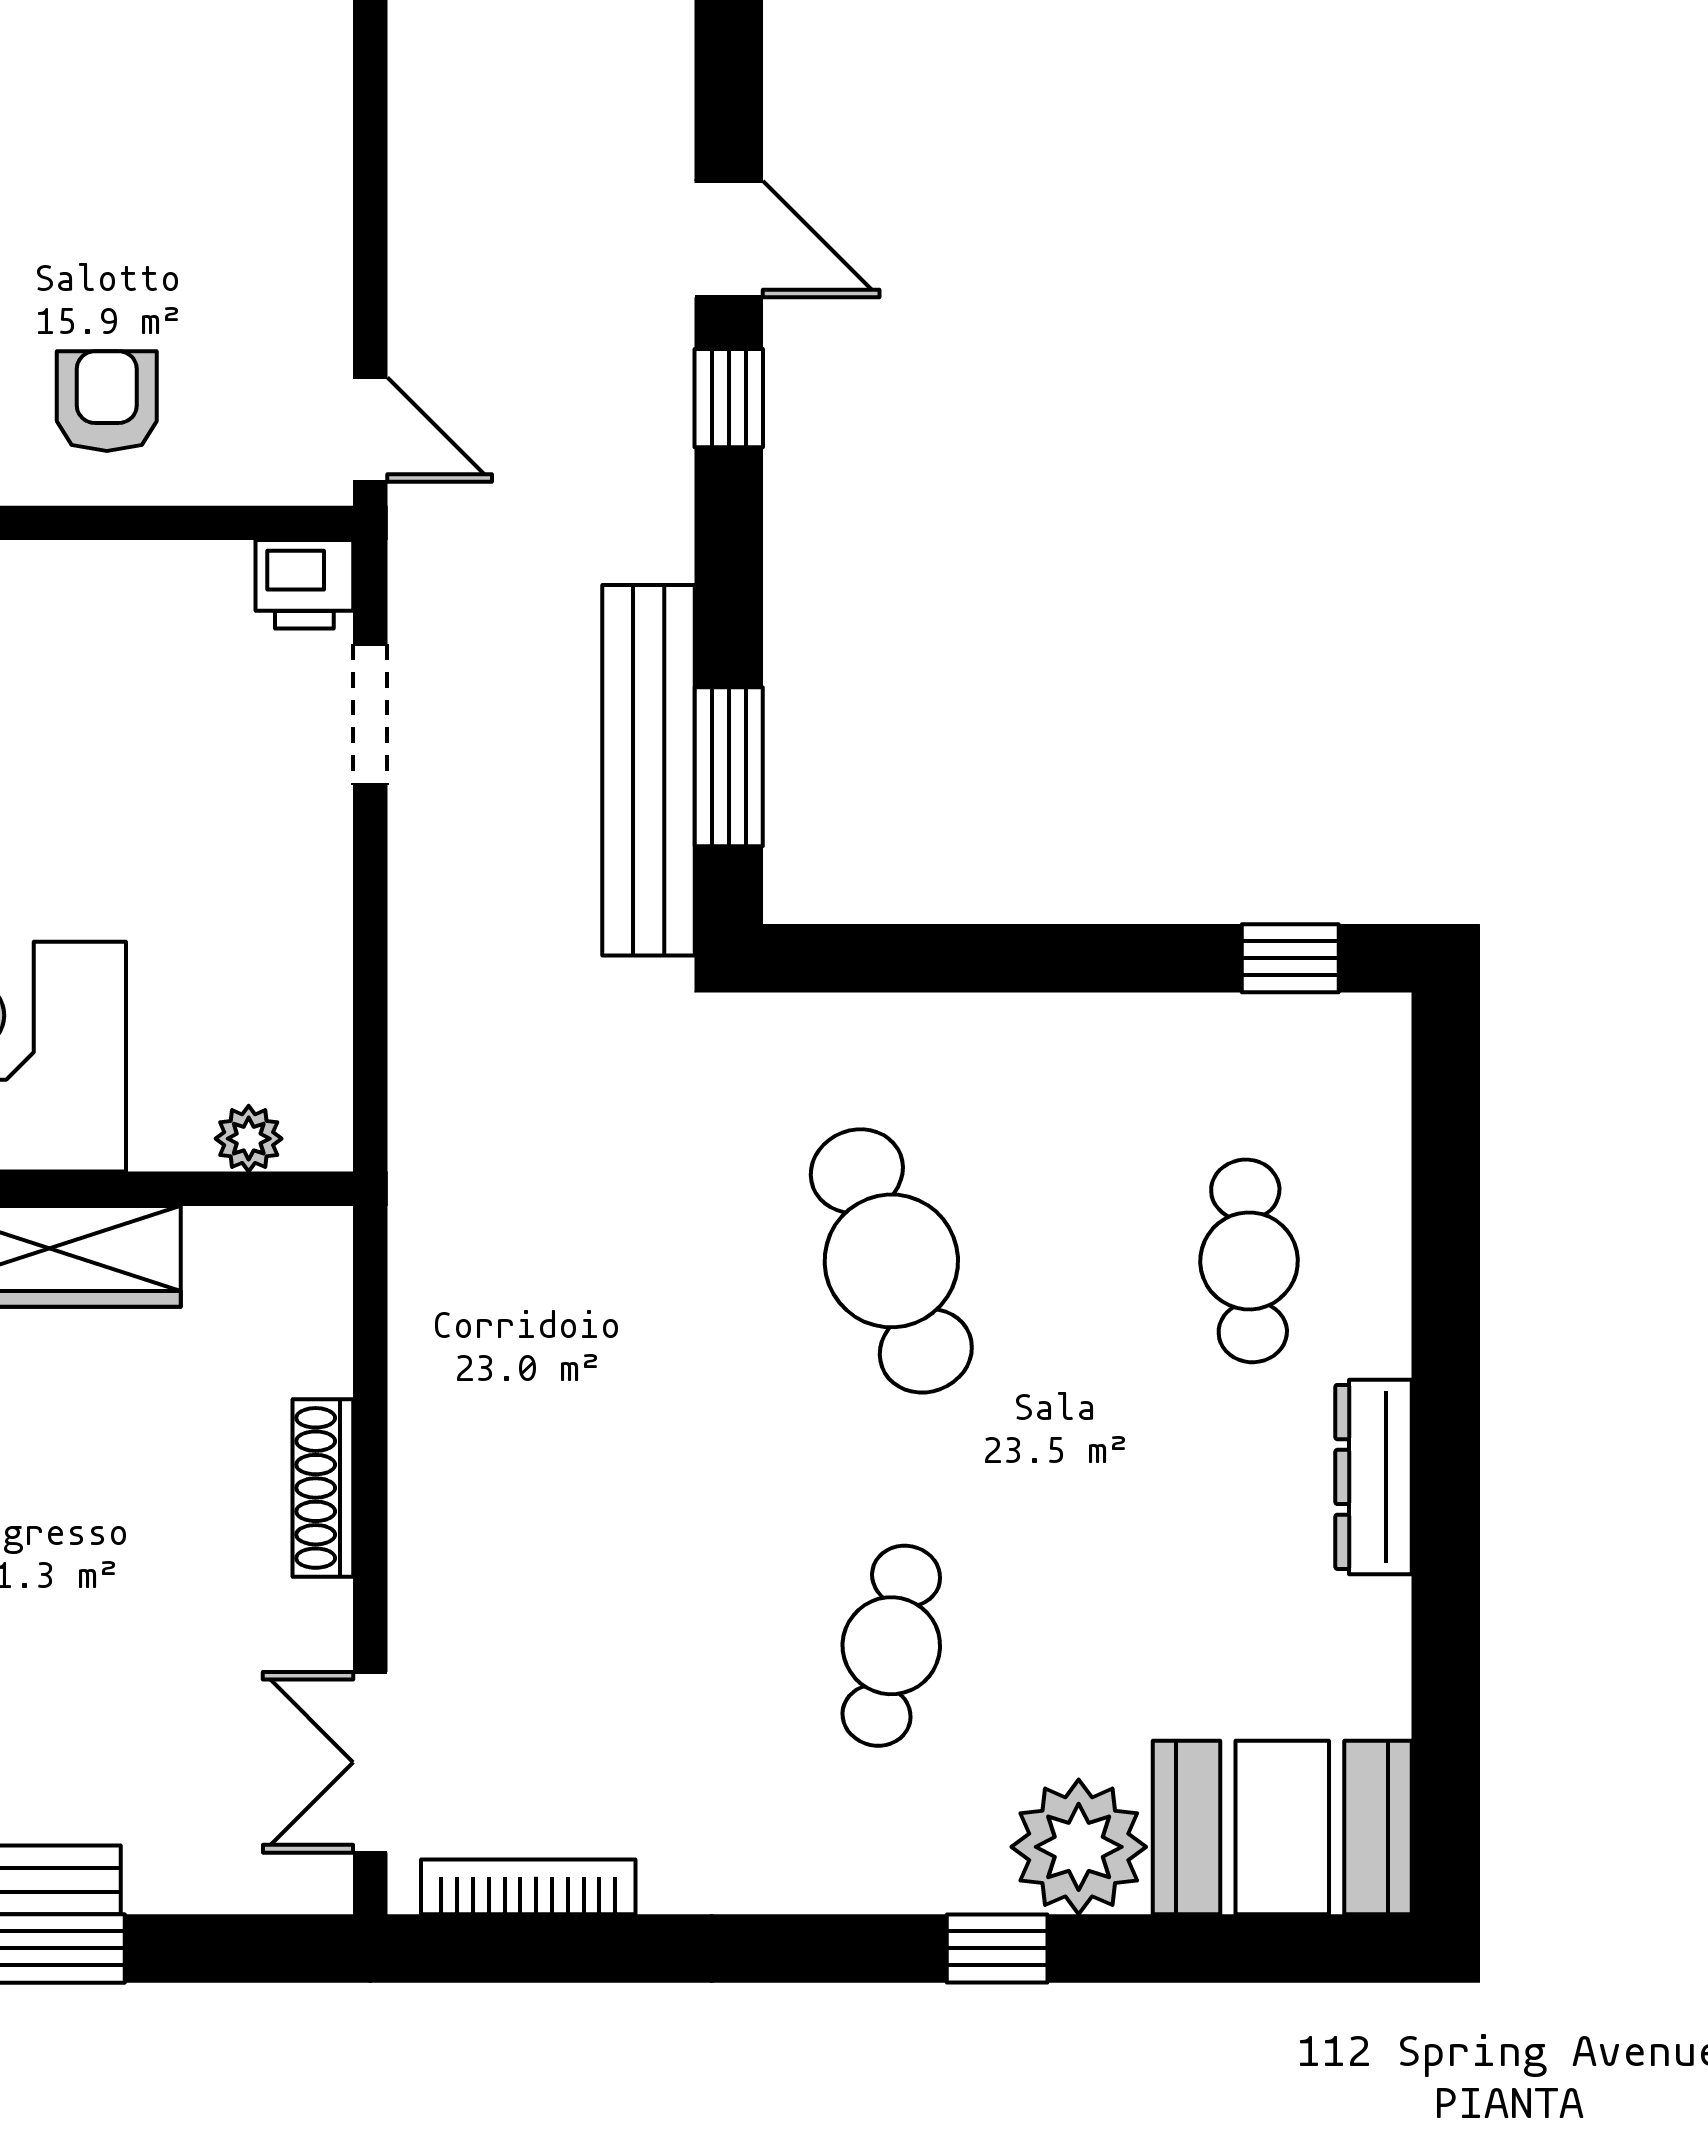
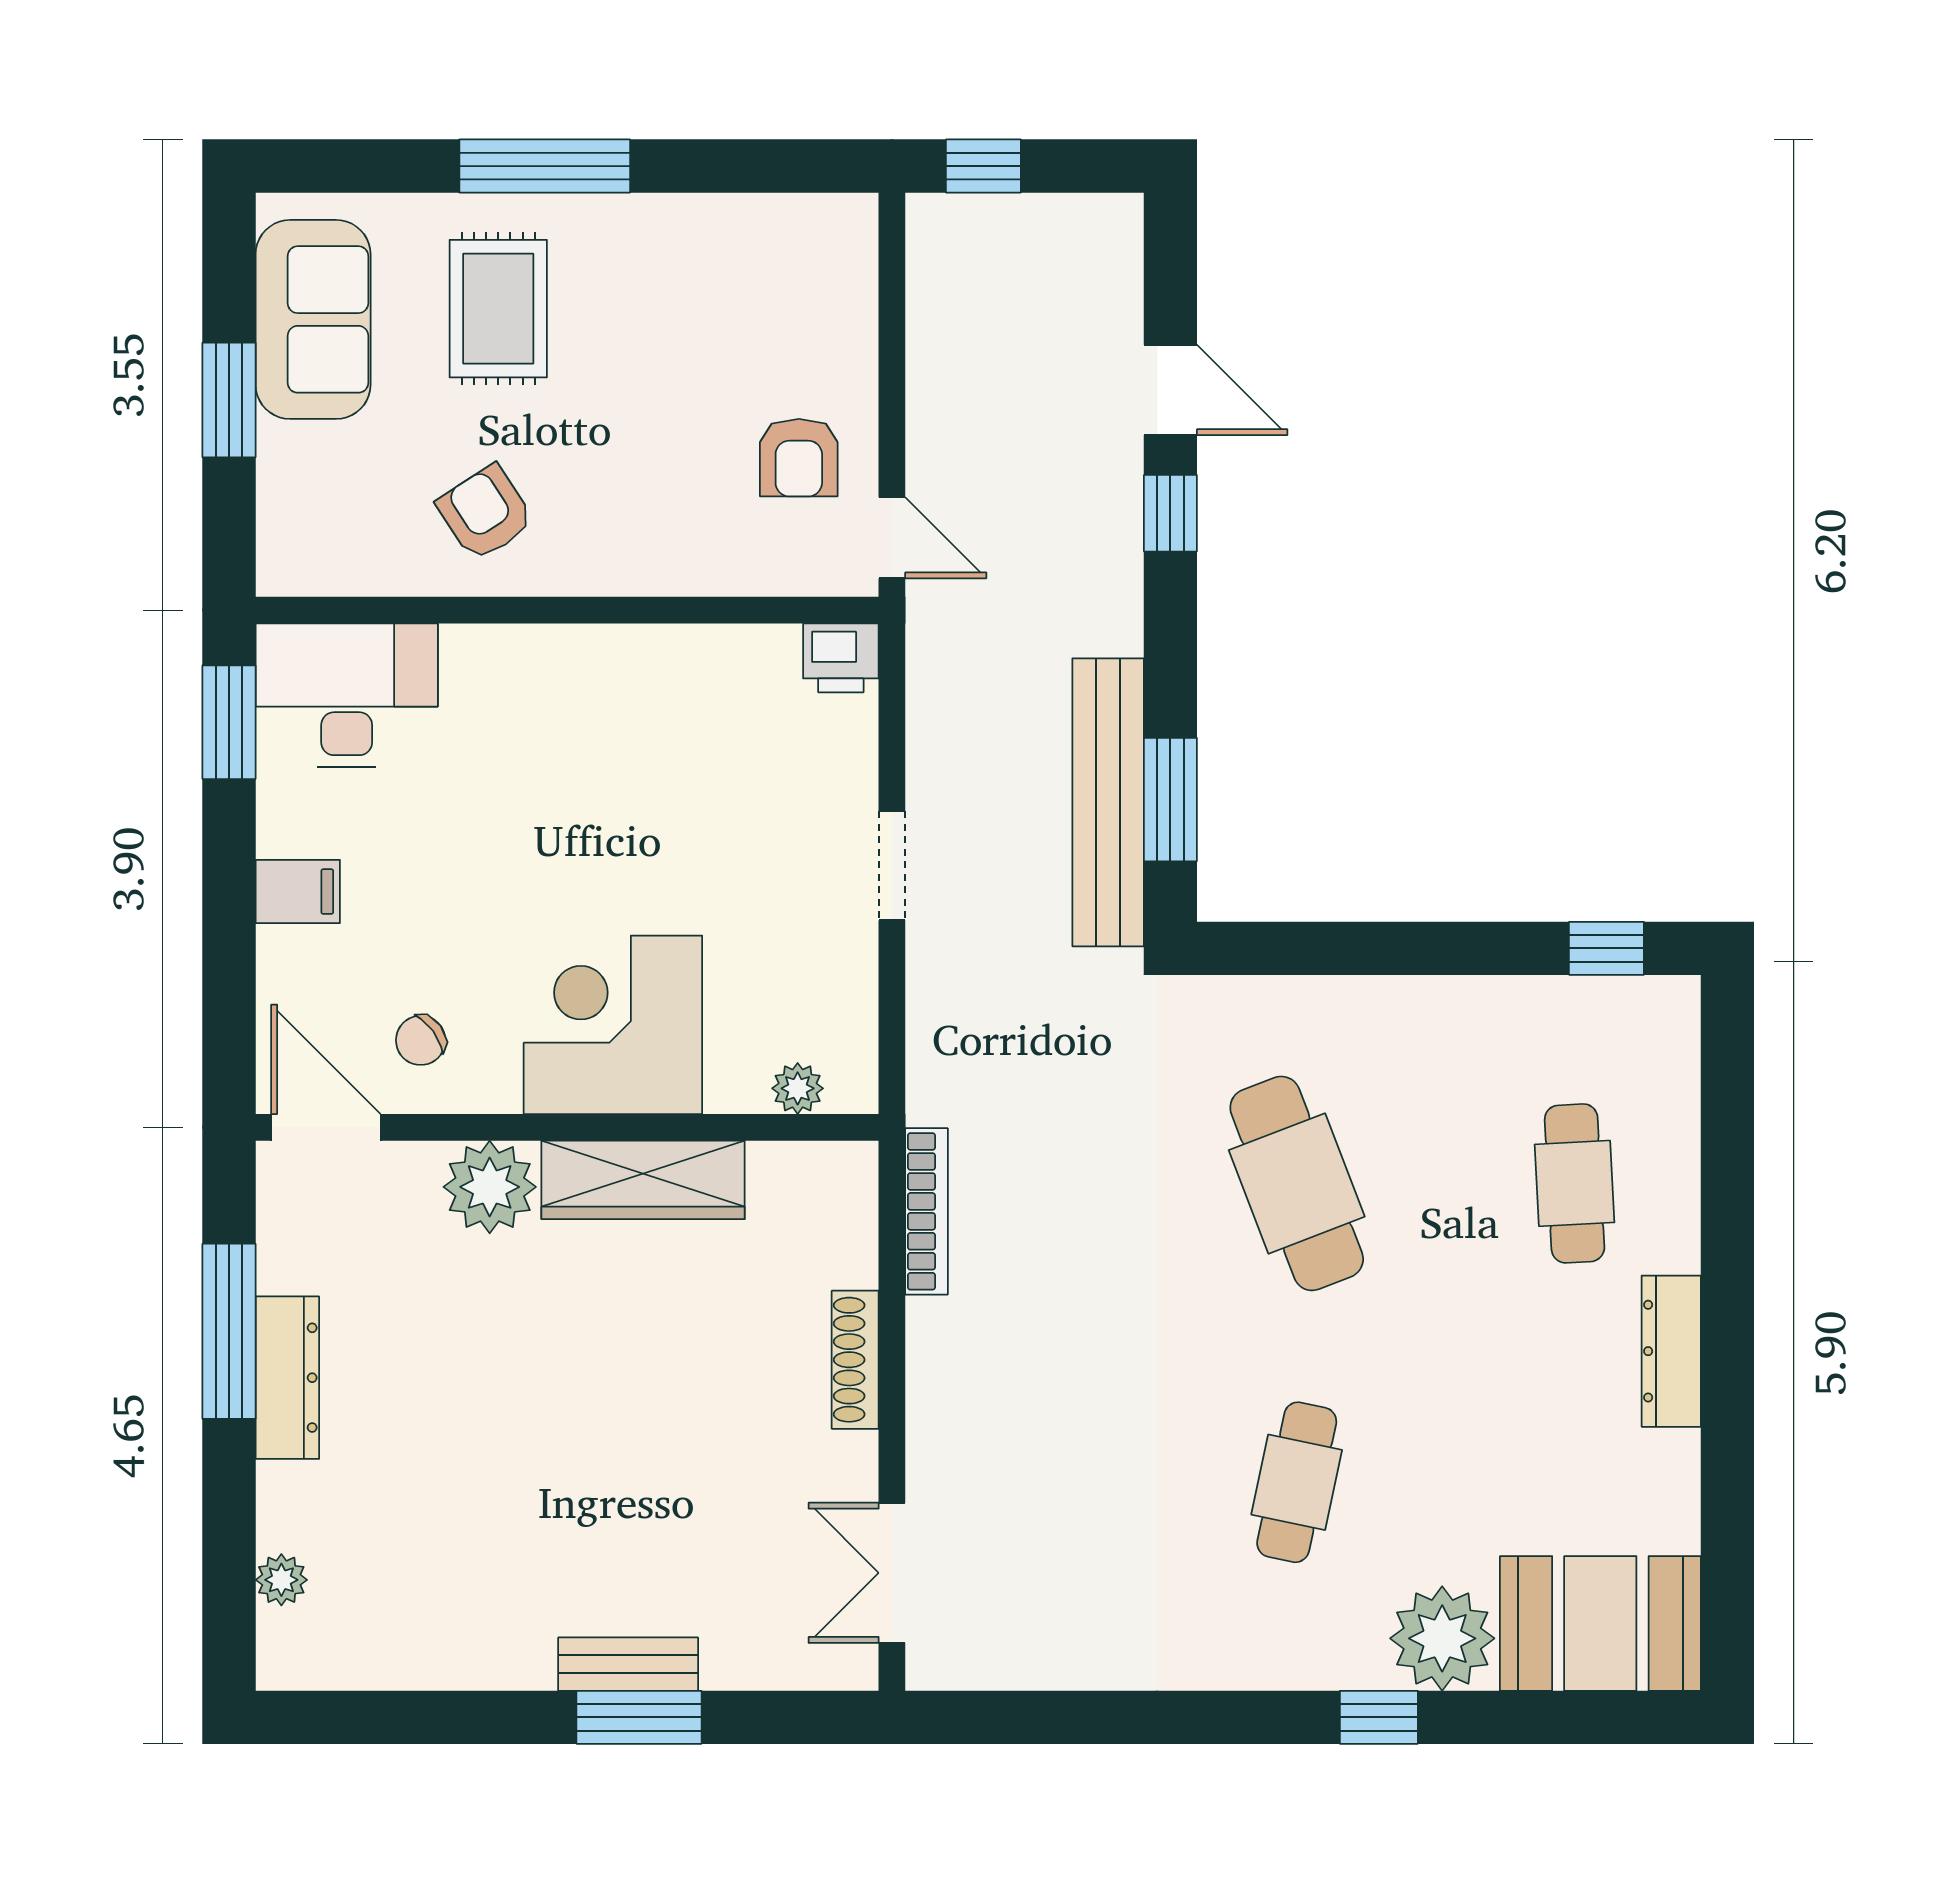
armchair: (107, 401) -> (799, 458), moved, turned 180
doorway: (370, 714) -> (892, 866), moved
bookcase: (528, 1887) -> (927, 1211), moved, turned 90

